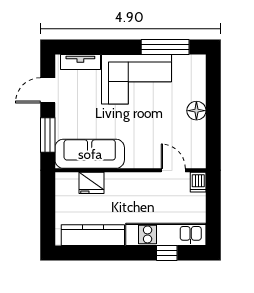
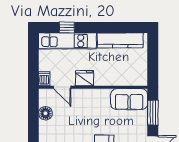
floor lamp: (196, 111) -> (45, 113), moved
sofa: (90, 154) -> (129, 99), width x0.73
fridge: (91, 183) -> (85, 78), moved

